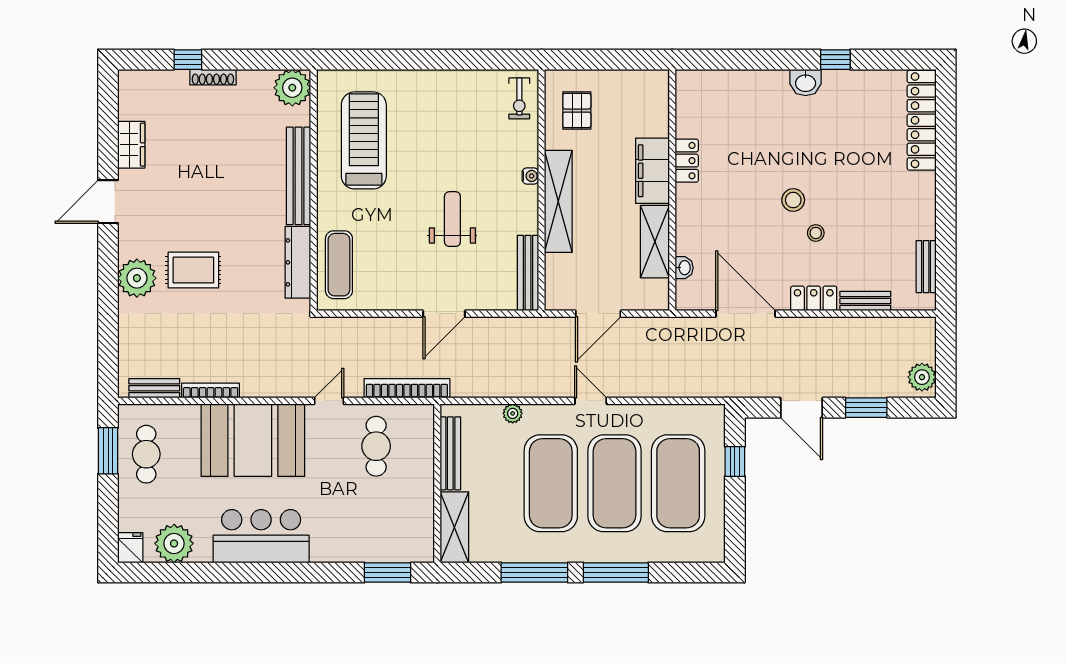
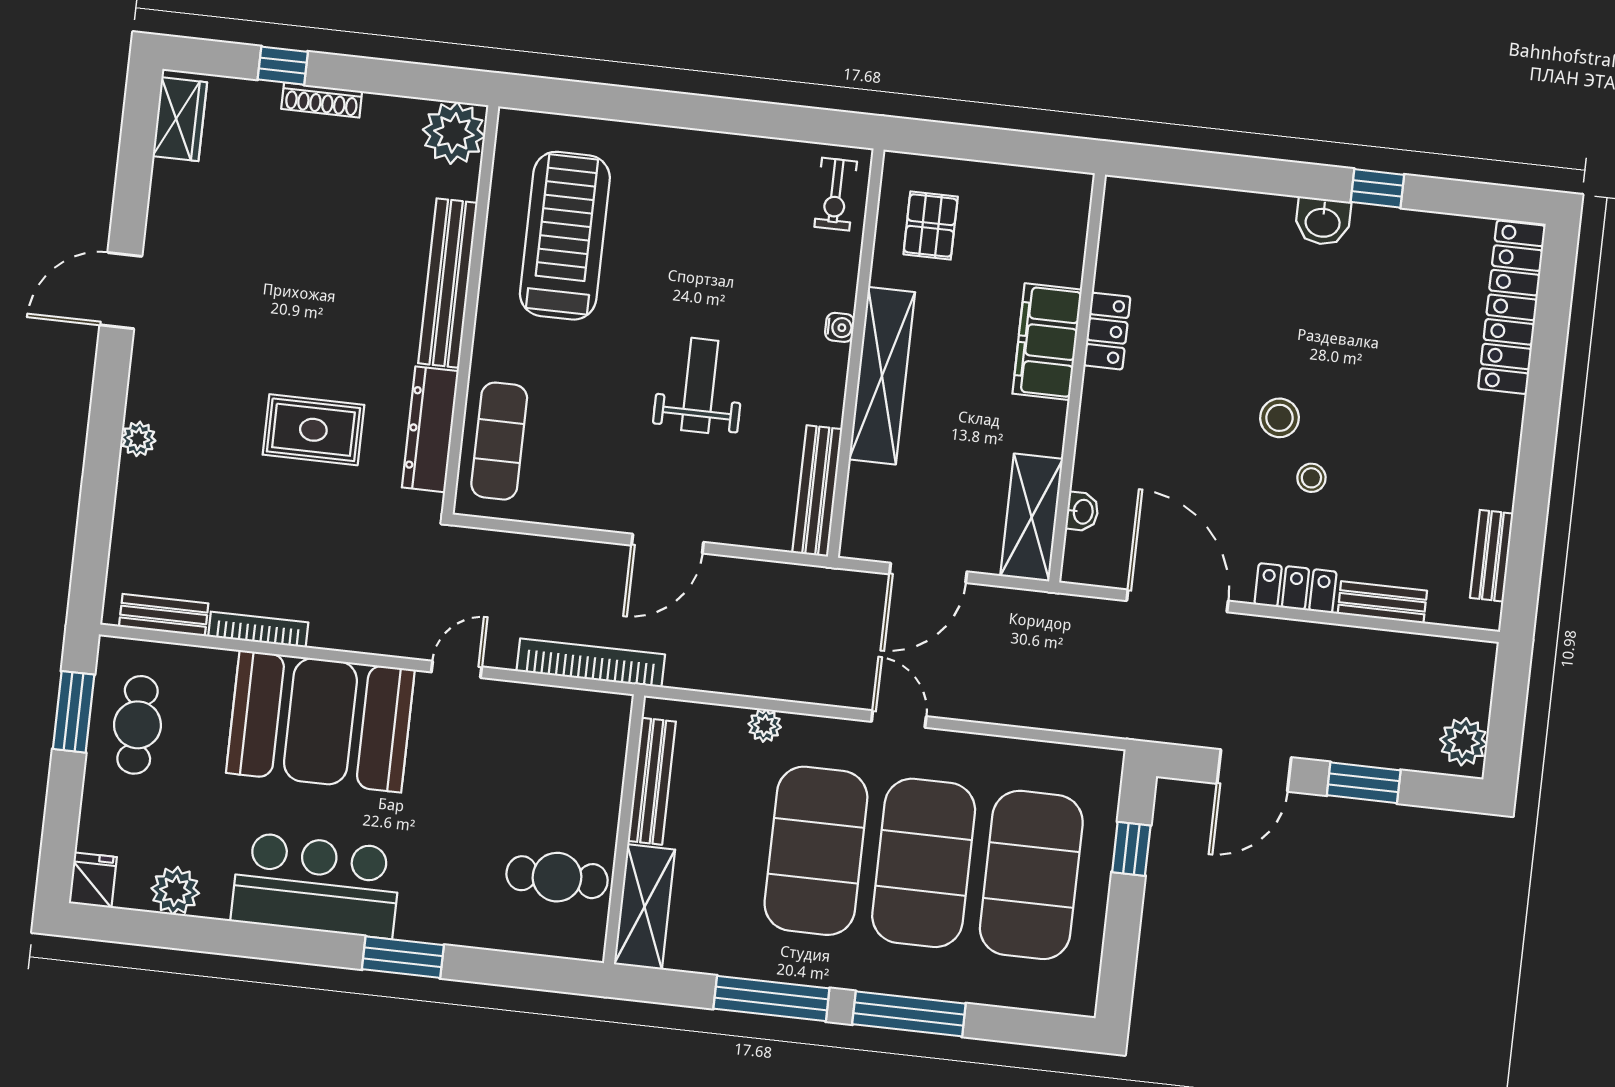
wardrobe: (131, 145) -> (180, 119), moved
shelving: (655, 242) -> (1032, 517), moved
rug: (193, 270) -> (313, 430), moved
plant: (137, 278) -> (138, 439), width x0.53, depth x0.53
door: (801, 408) -> (1254, 770), hinge flipped
cafe table: (376, 446) -> (557, 877), moved, turned 90
plant: (174, 543) -> (175, 891), width x0.73, depth x0.73
window: (388, 572) -> (403, 957), moved

